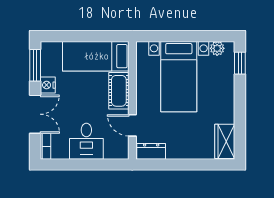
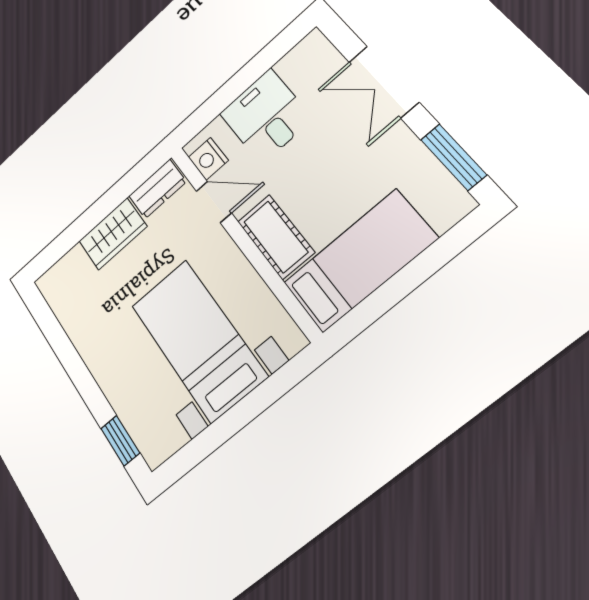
plant: (217, 48) -> (171, 438), removed
nightstand: (48, 85) -> (208, 159), moved, turned 180
wardrobe: (225, 141) -> (113, 234), moved, turned 90
bookcase: (46, 146) -> (324, 51), removed

